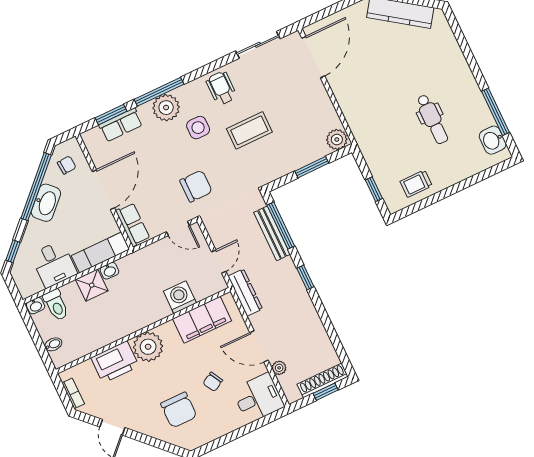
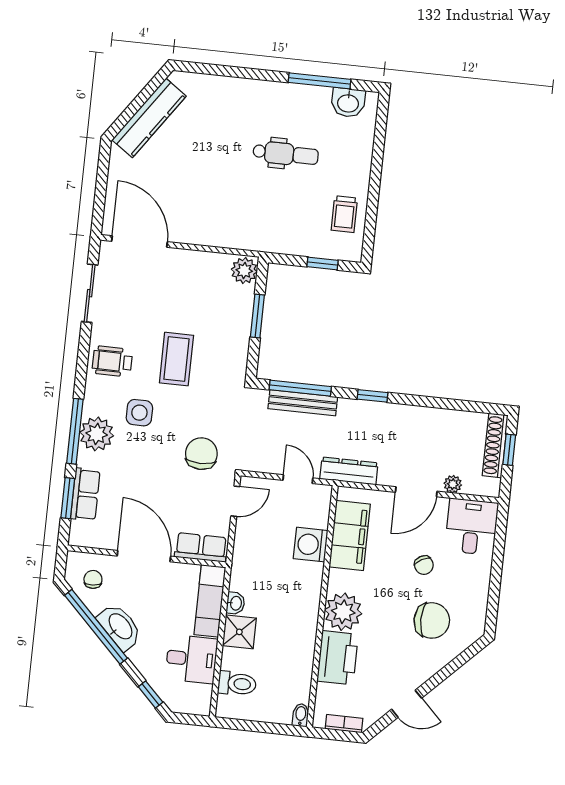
washbasin: (36, 306) -> (224, 706), removed
bidet: (53, 344) -> (301, 715), moved

